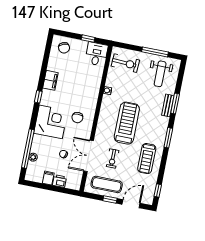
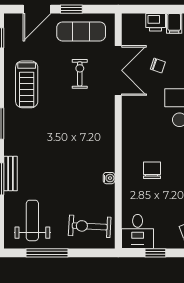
chair: (77, 118) -> (152, 170), moved
treadmill: (127, 123) -> (69, 133), removed
treadmill: (147, 159) -> (27, 84), turned 180

